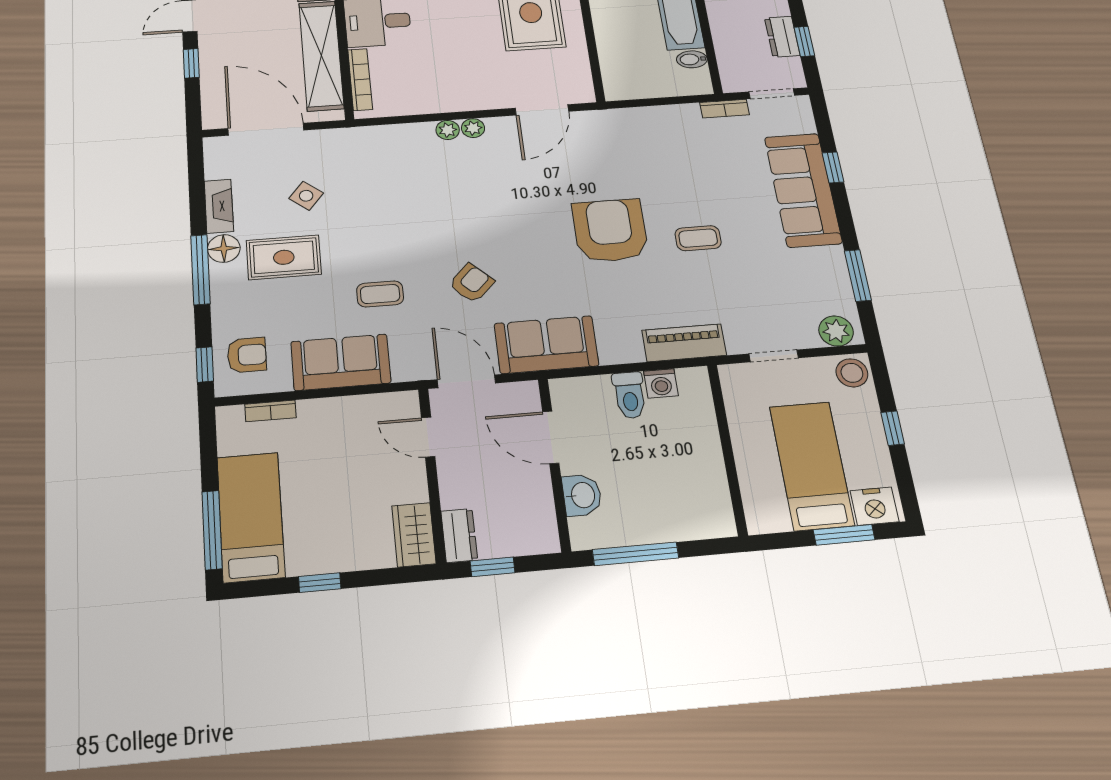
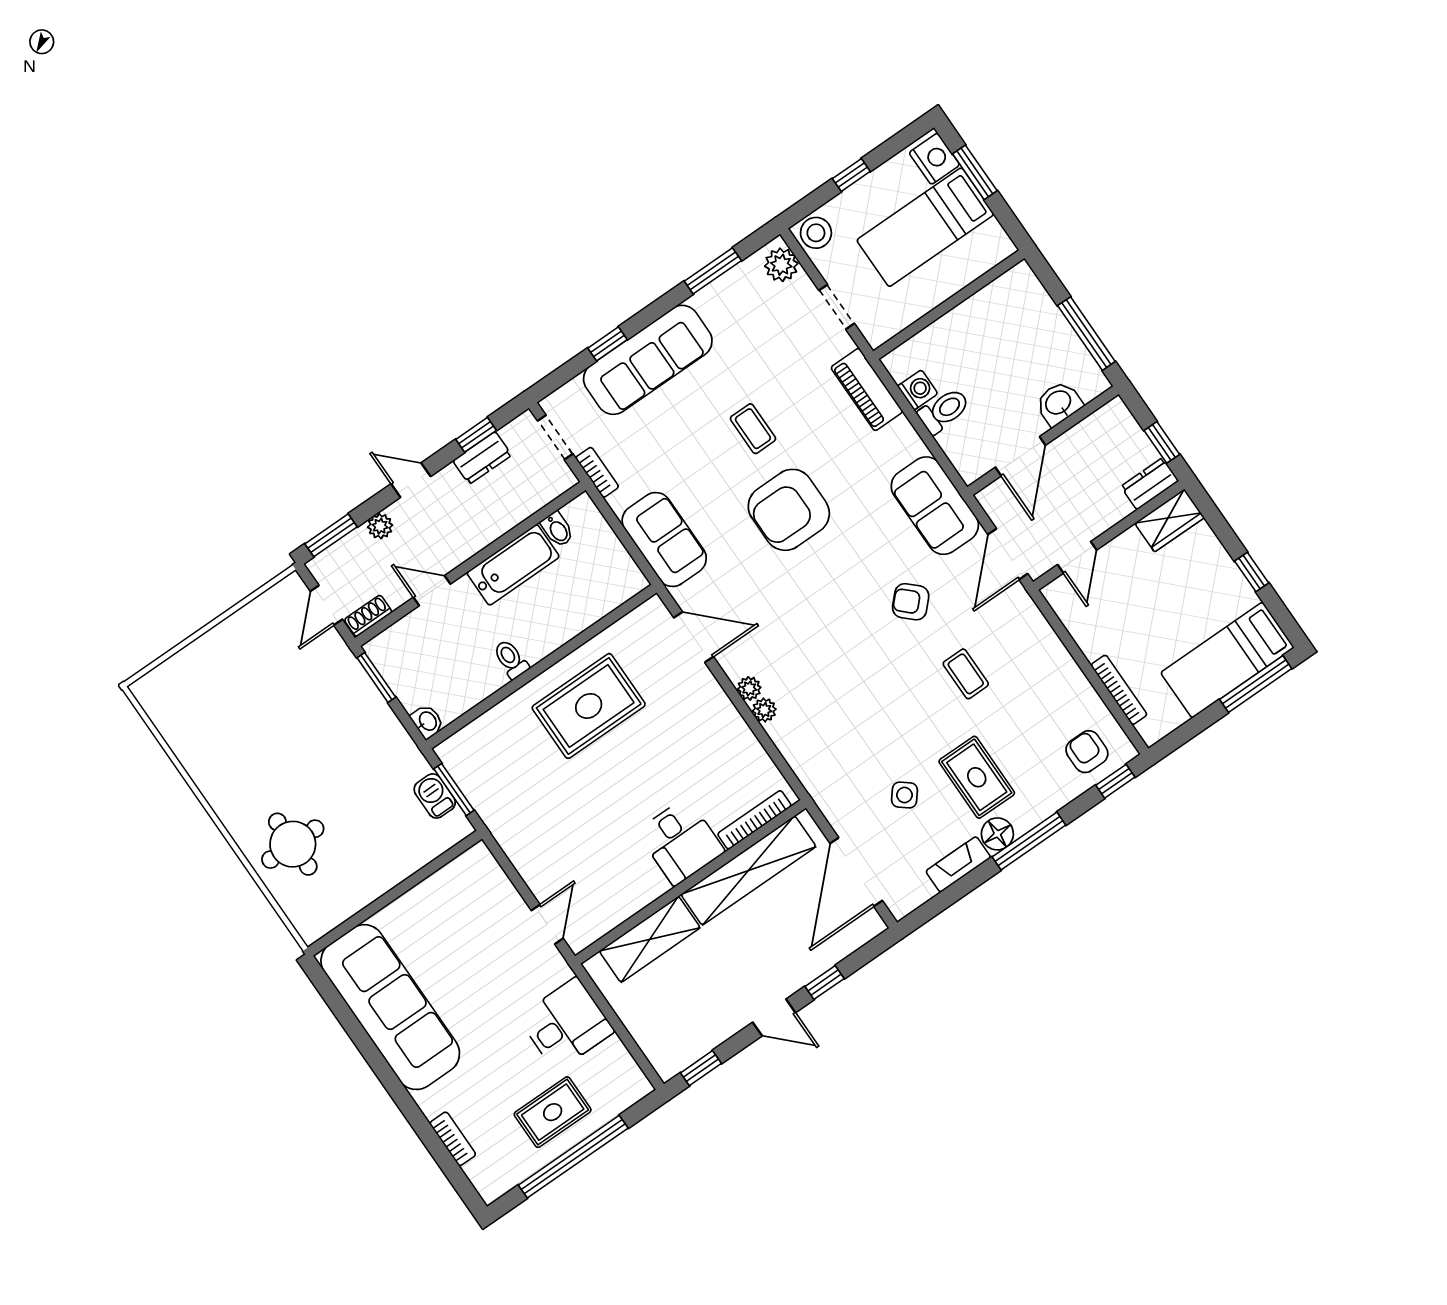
sofa: (341, 362) -> (664, 539), moved, turned 180
bookcase: (270, 411) -> (1119, 690), width x1.56

